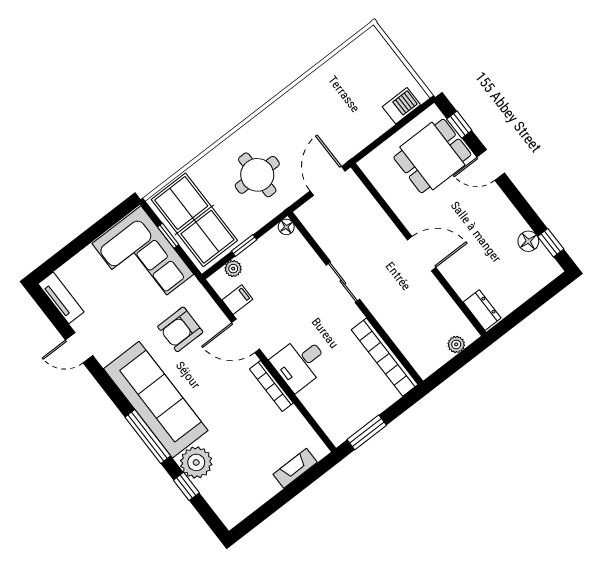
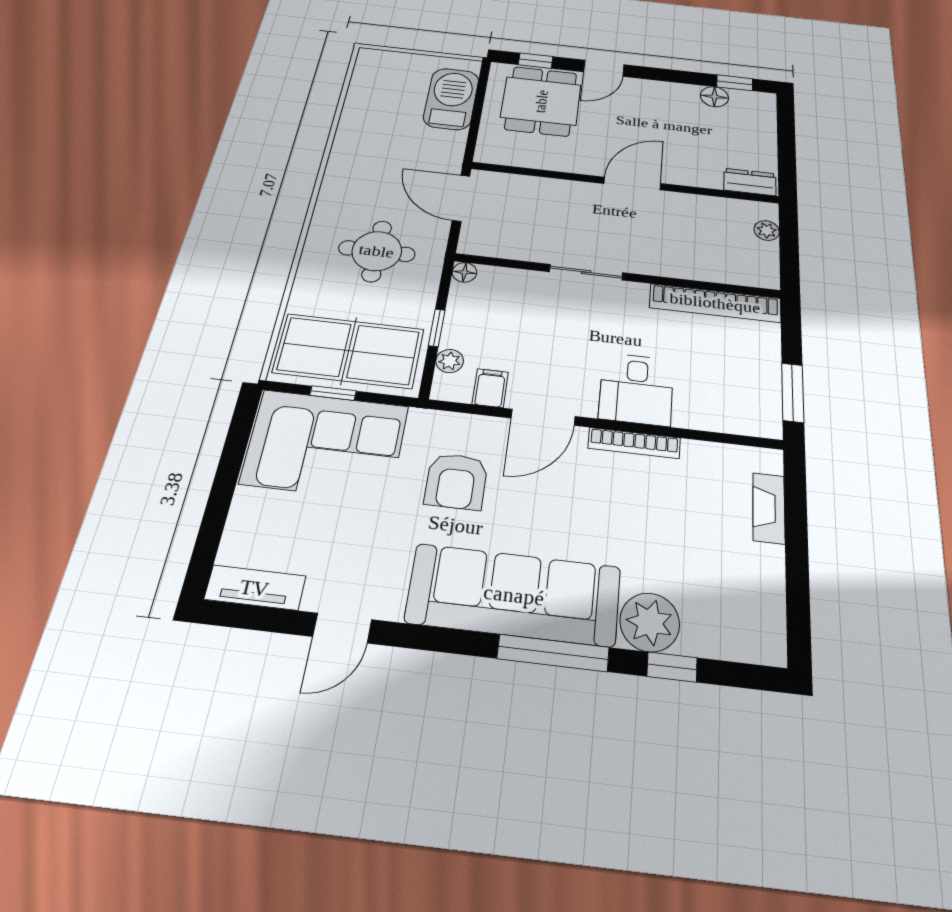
barbecue: (401, 106) -> (451, 99), width x1.88, depth x1.53

